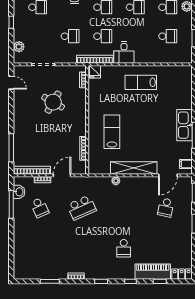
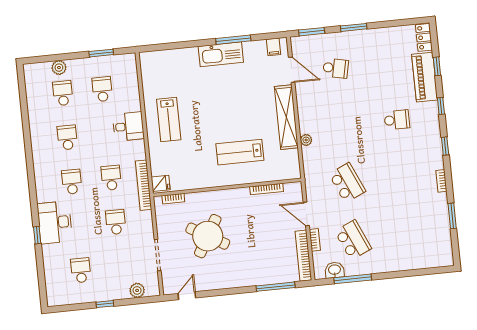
desk: (124, 52) -> (128, 126), moved
round table: (53, 102) -> (208, 236), width x1.36, depth x1.36
school desk: (40, 208) -> (353, 240), width x1.85

